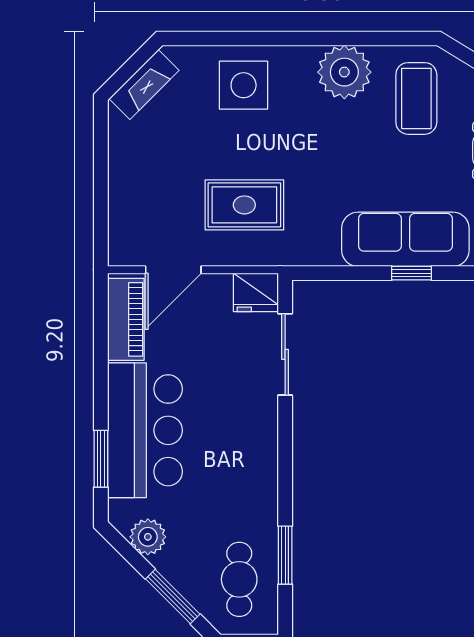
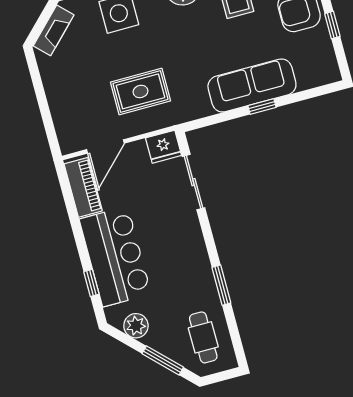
window: (101, 459) -> (91, 283), width x0.67
window: (285, 555) -> (221, 285), moved

